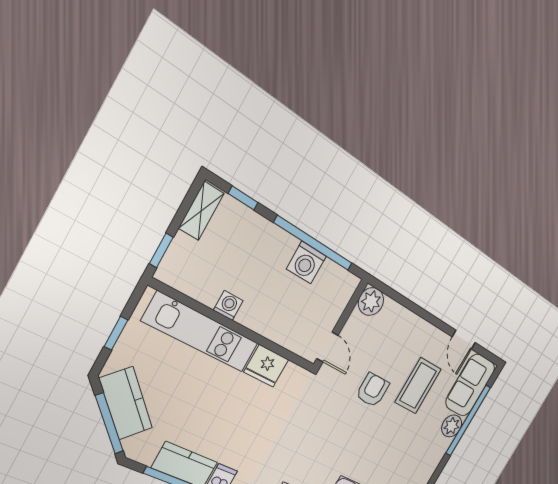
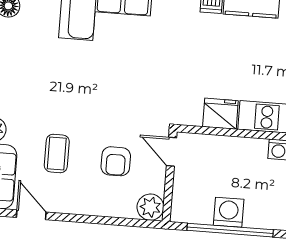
coffee table: (418, 386) -> (57, 153), width x0.73, depth x0.77
armchair: (373, 390) -> (116, 161), moved

